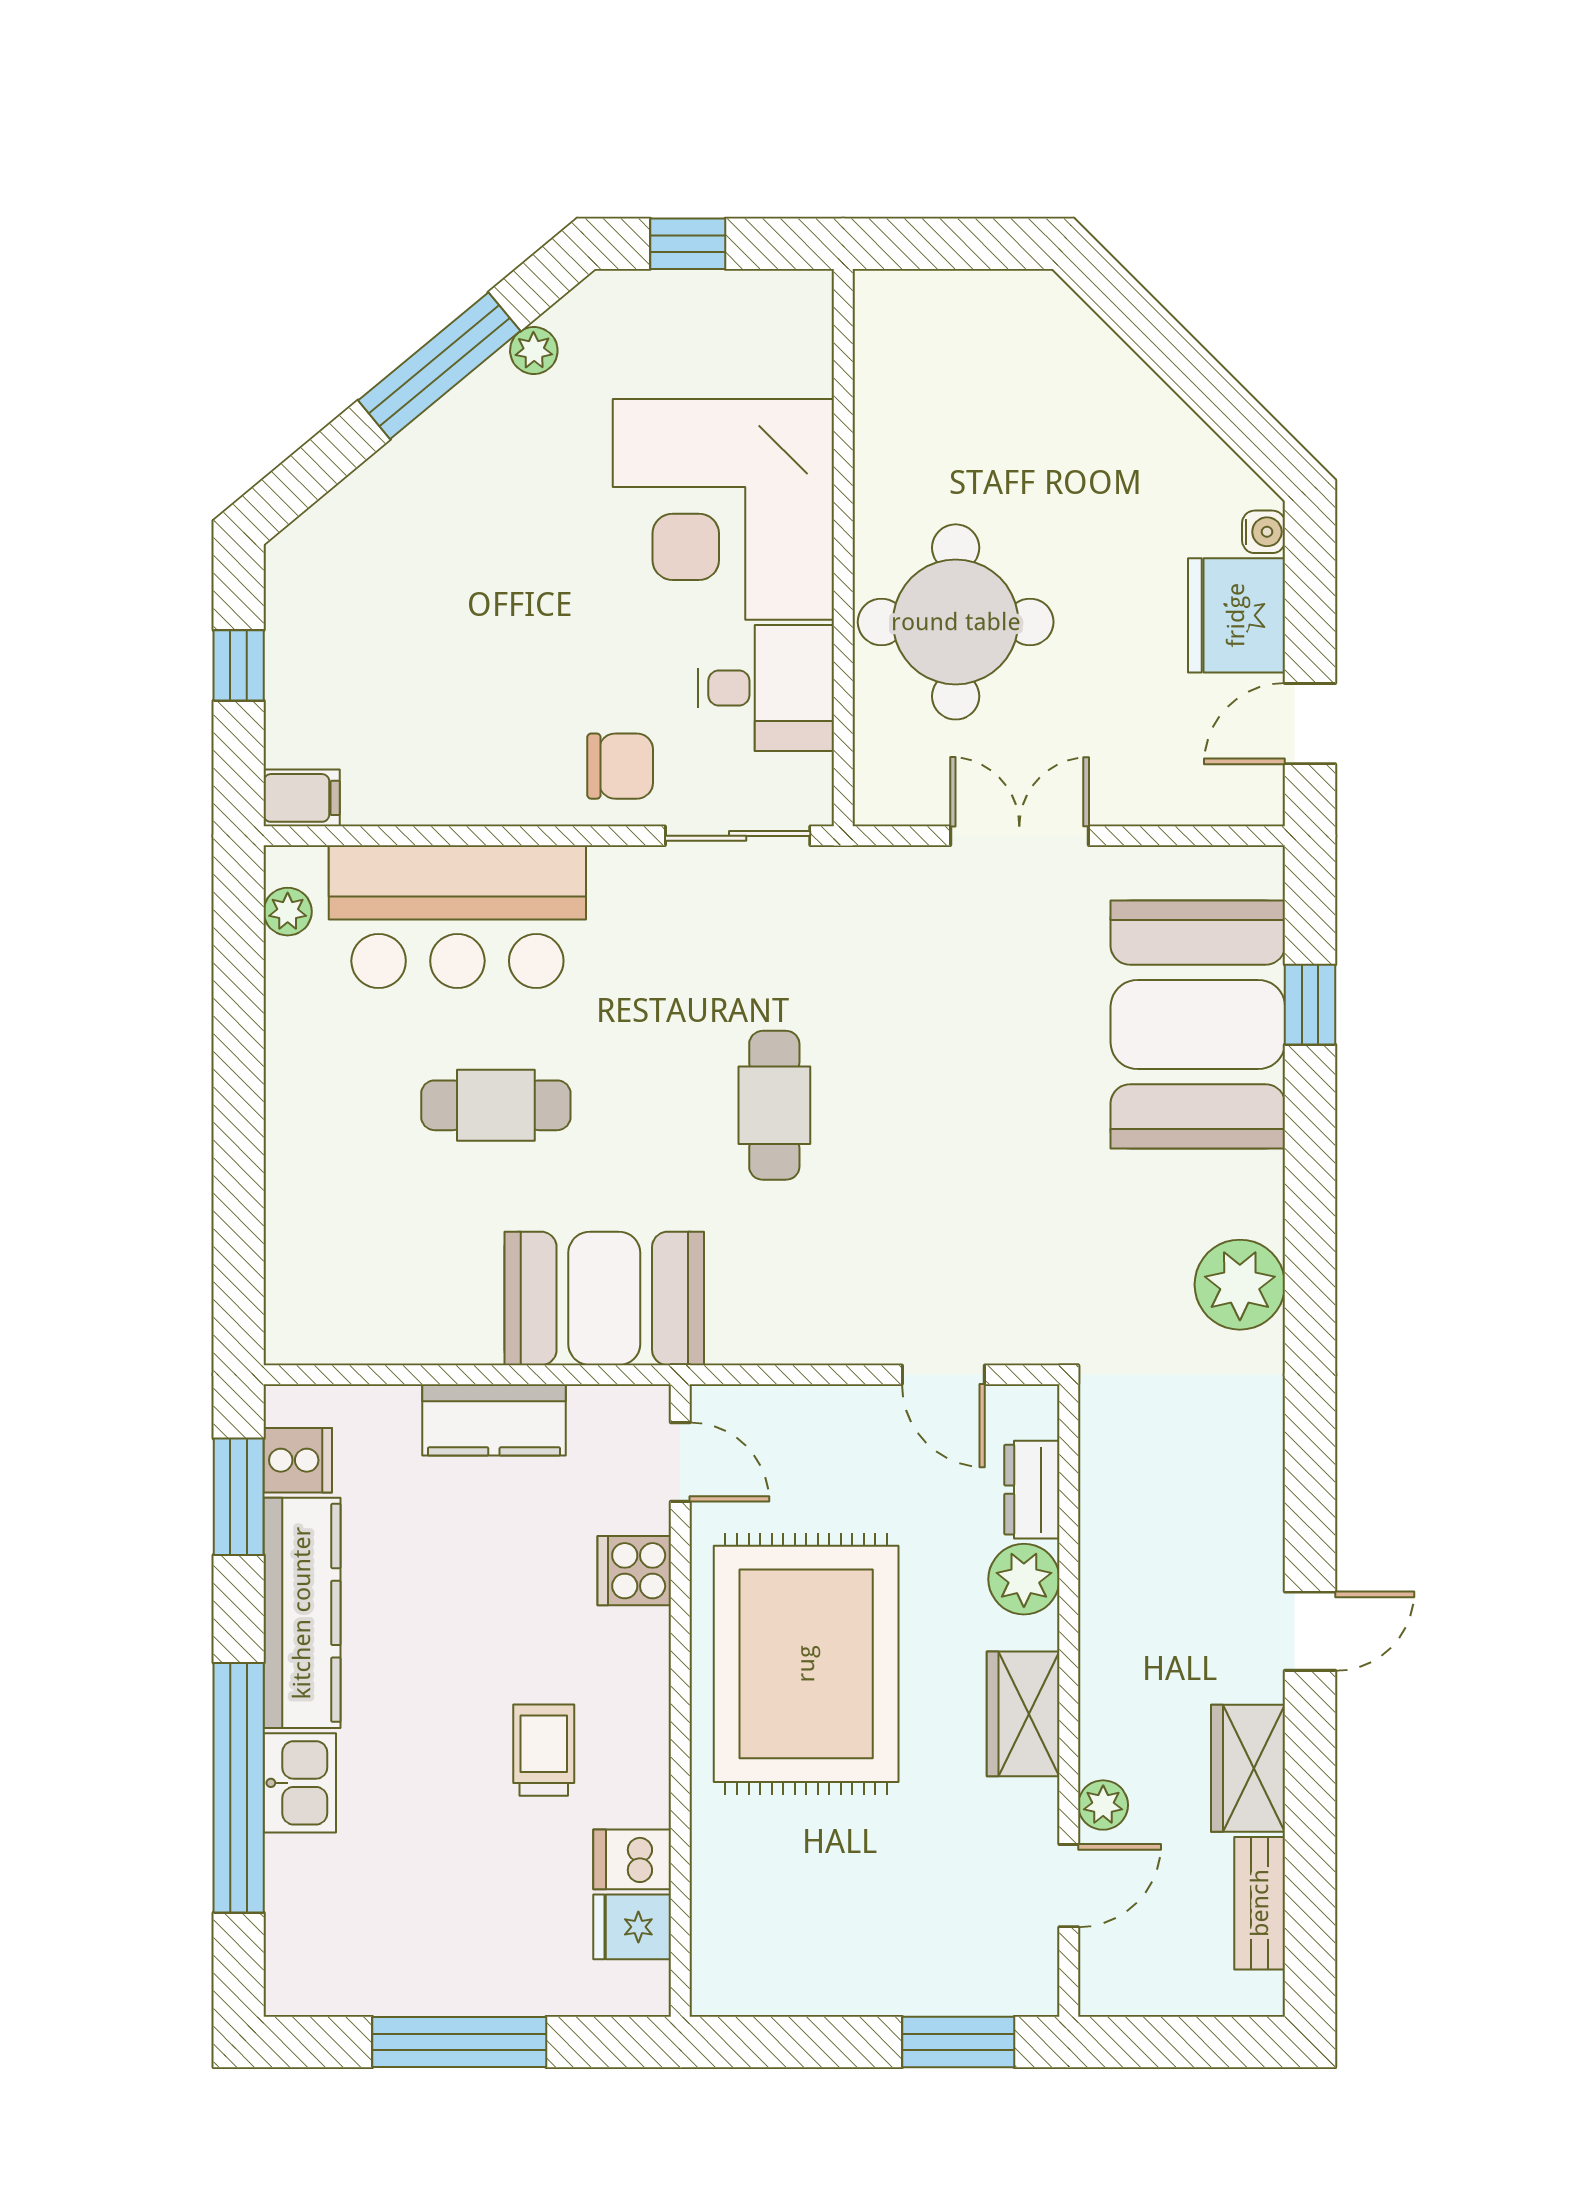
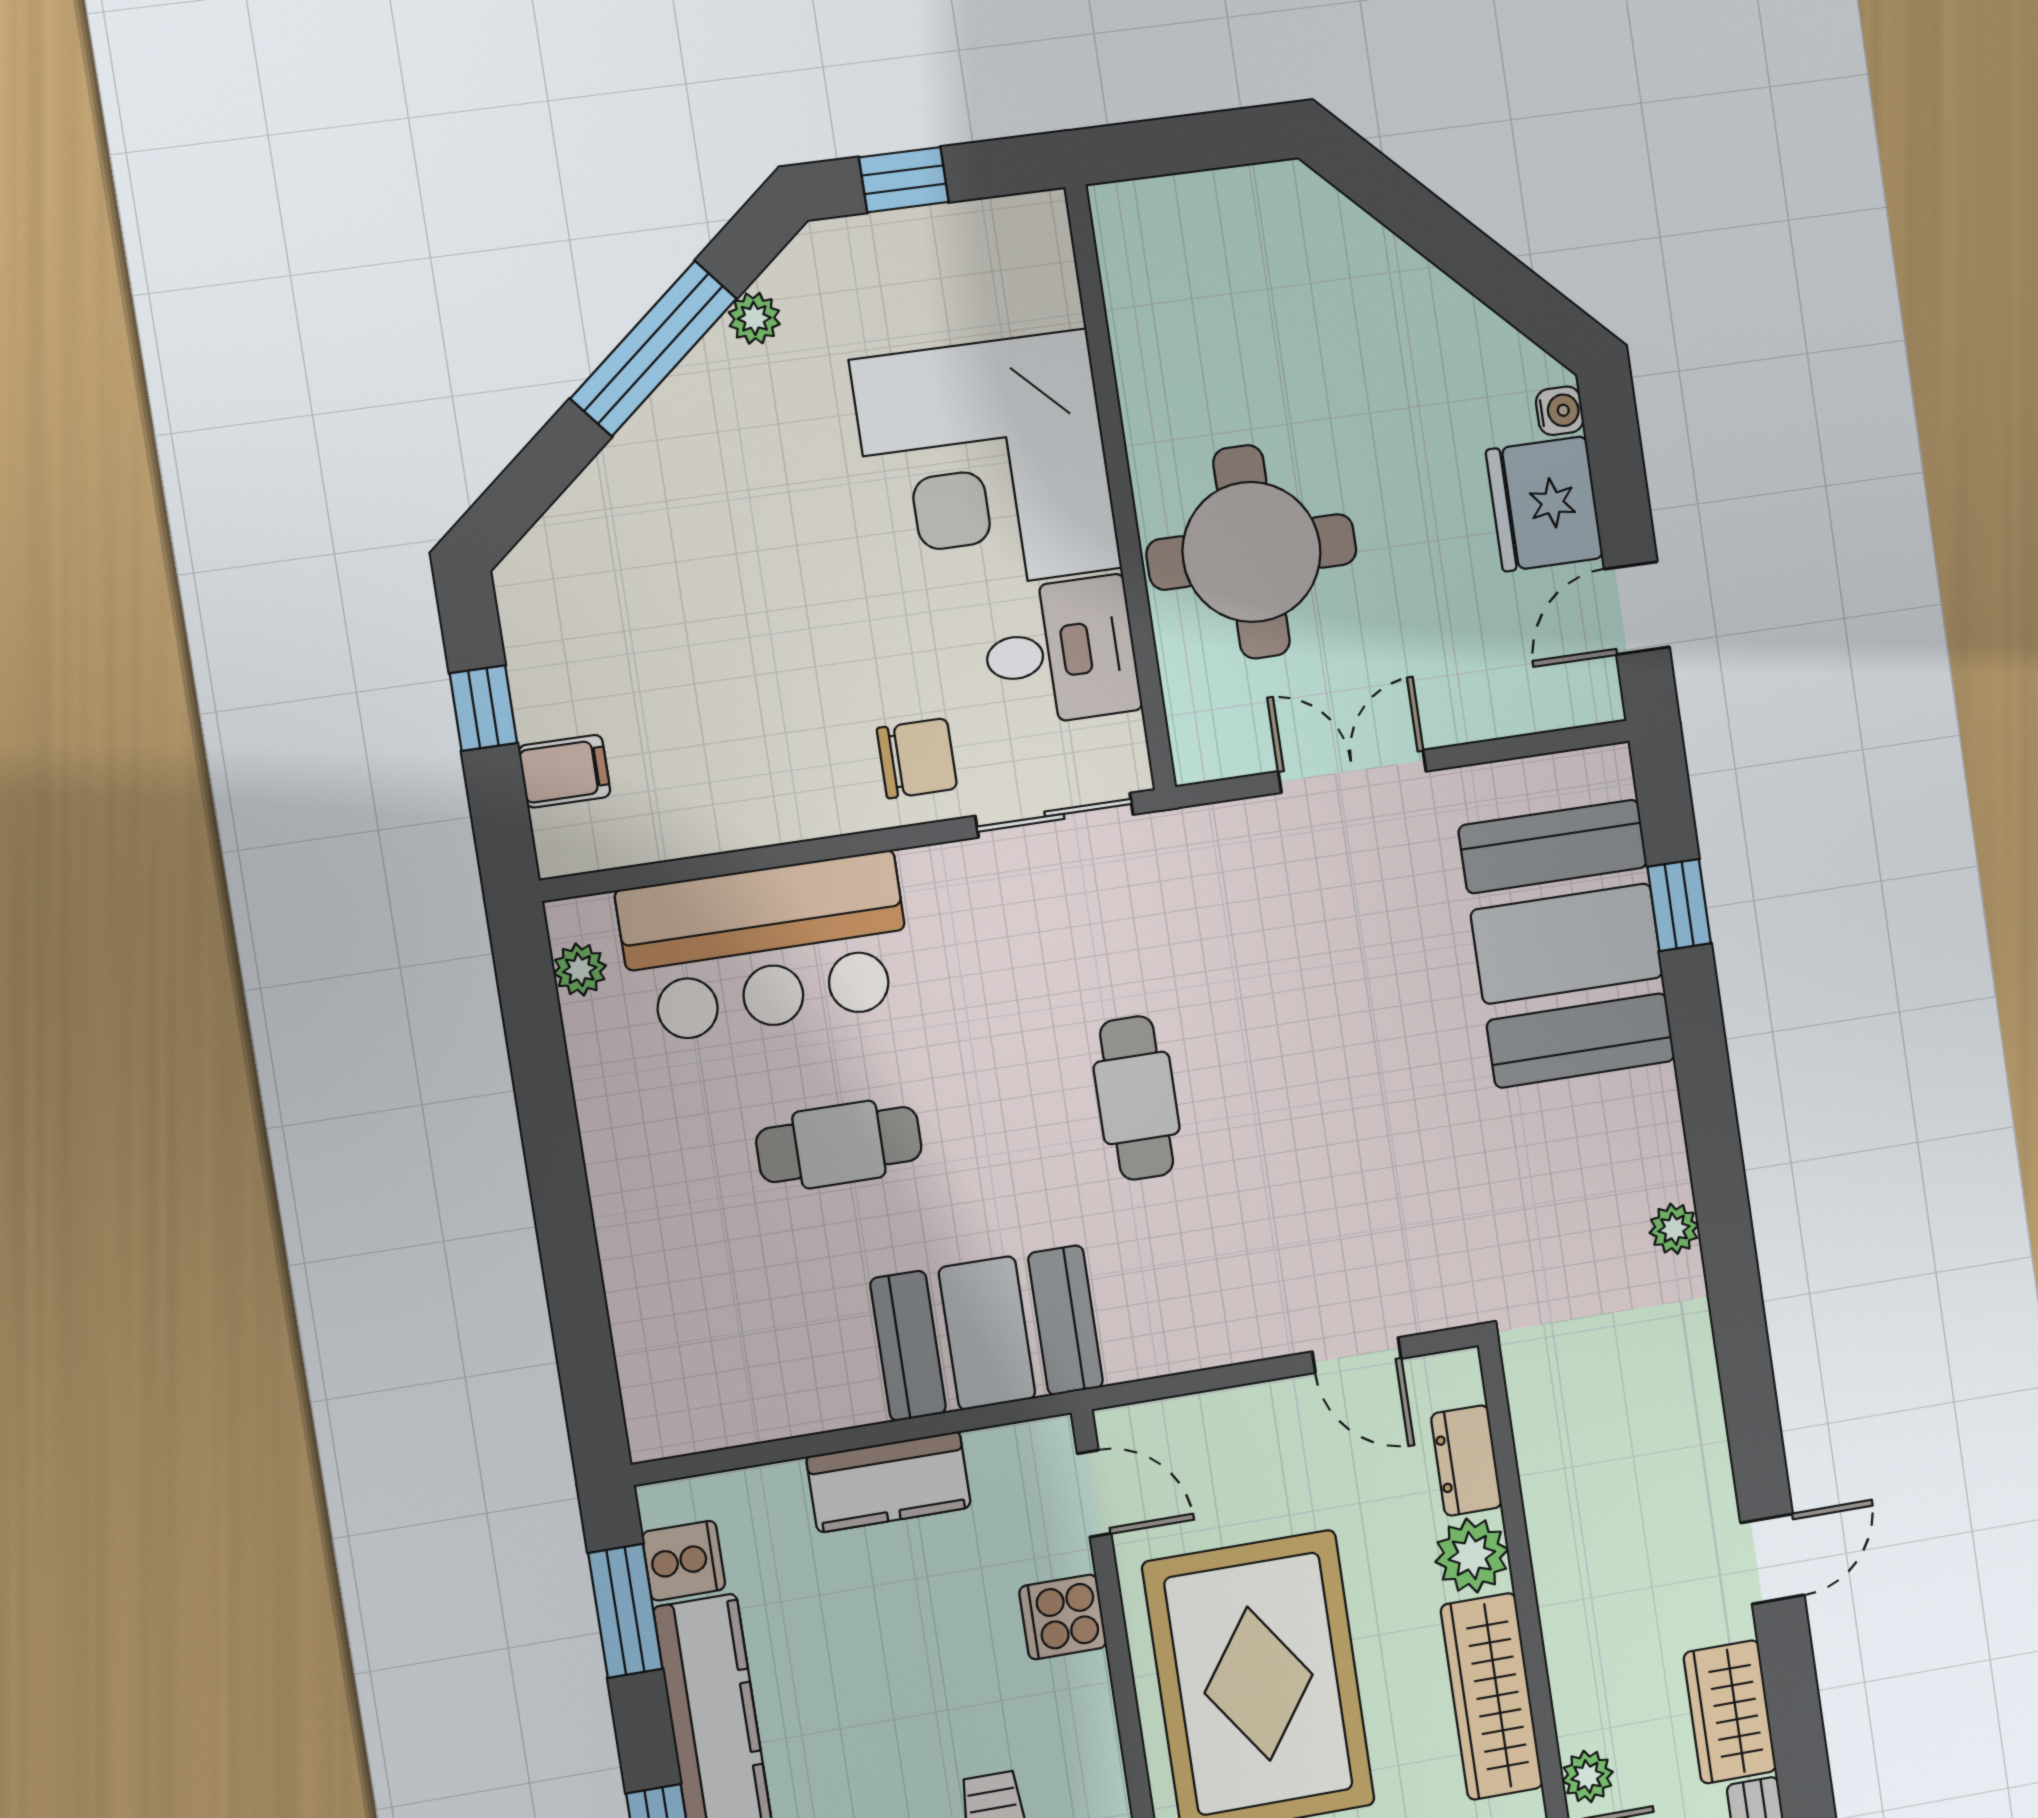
filing cabinet: (302, 798) -> (565, 771), moved
plant: (1240, 1285) -> (1674, 1229), width x0.53, depth x0.53
wardrobe: (1023, 1714) -> (1492, 1696), width x1.50

